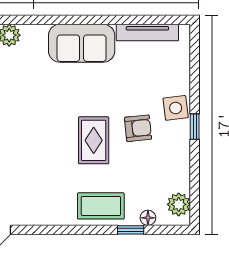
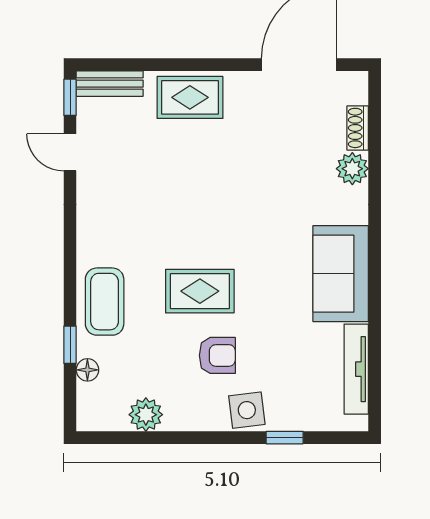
window: (195, 127) -> (285, 438), moved
armchair: (138, 128) -> (217, 355), turned -84
plant: (179, 204) -> (146, 415), moved

